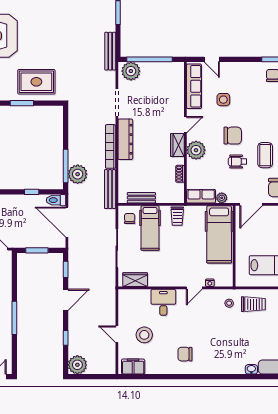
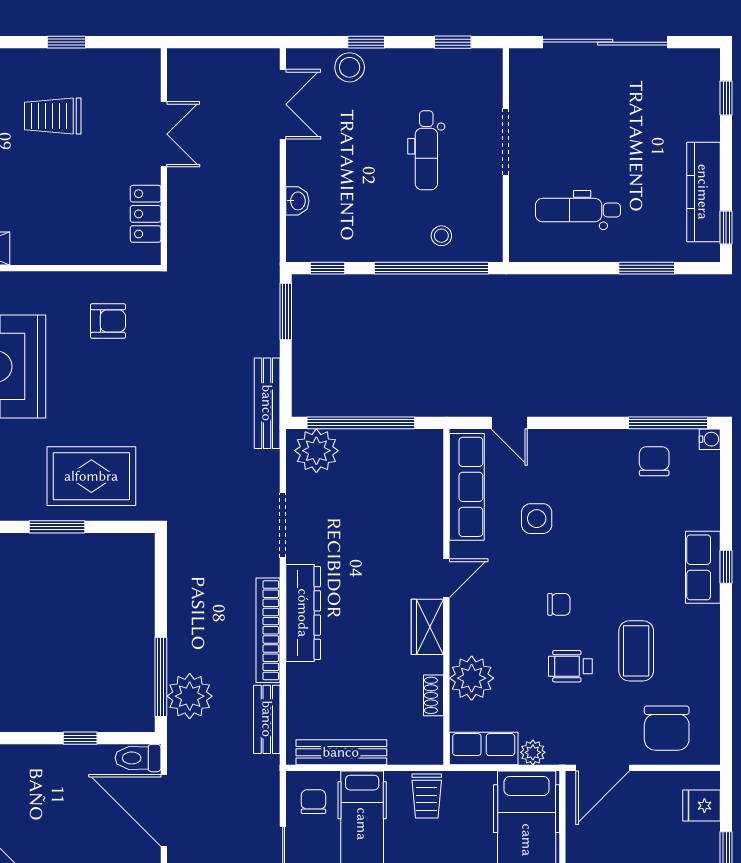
armchair: (43, 17) -> (108, 321), added
chair: (233, 136) -> (559, 604), width x0.54, depth x0.54
plant: (196, 150) -> (472, 678), moved
bench: (110, 189) -> (267, 719), width x0.73
bench: (141, 198) -> (341, 752), width x1.36

